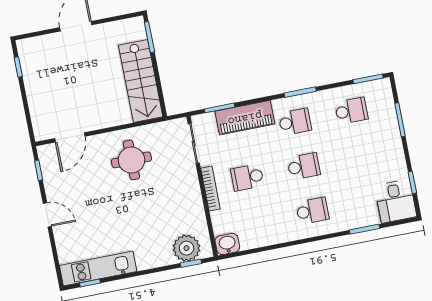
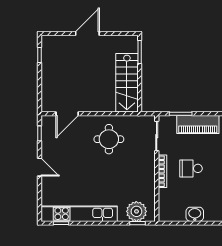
washbasin: (227, 244) -> (195, 214), moved
kitchen unit: (98, 269) -> (79, 214), width x1.36

